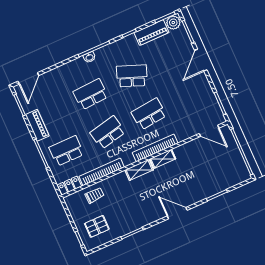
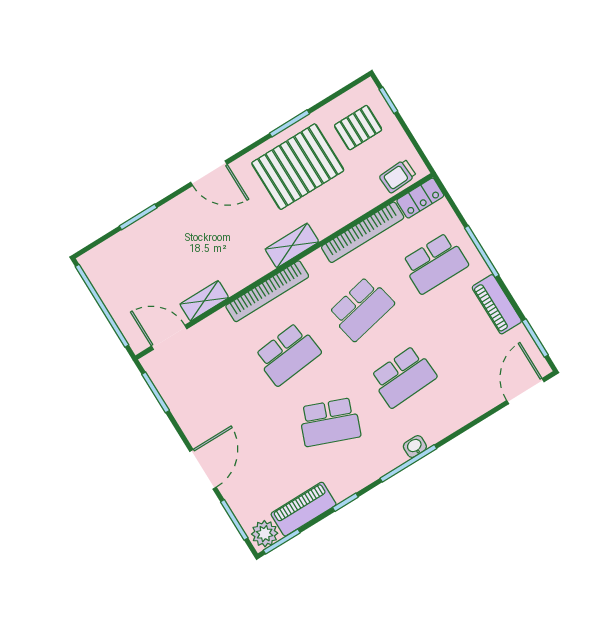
shelving: (163, 159) -> (204, 301), moved
trolley: (95, 195) -> (398, 176), moved
pallet: (131, 210) -> (298, 167), added

